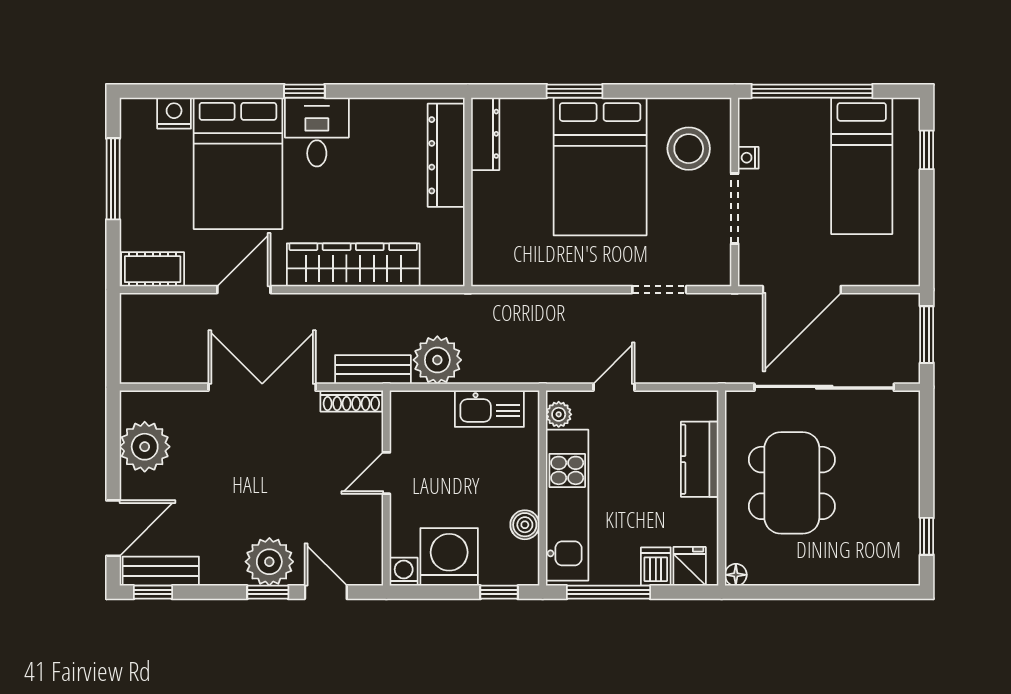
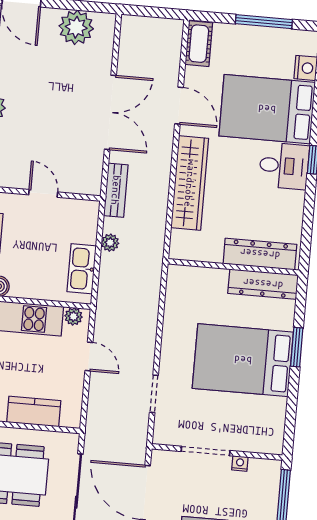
dresser: (485, 134) -> (263, 284), width x1.37, depth x1.24
stool: (689, 149) -> (250, 423), removed
plant: (437, 360) -> (110, 243), width x0.53, depth x0.53
shoe rack: (351, 401) -> (95, 173), removed

